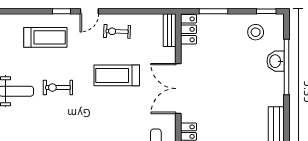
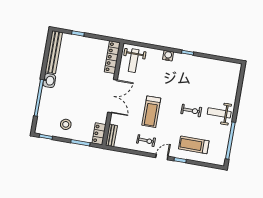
stool: (256, 32) -> (66, 124), moved
washbasin: (276, 61) -> (49, 81), moved
treadmill: (117, 75) -> (151, 112), turned 90

